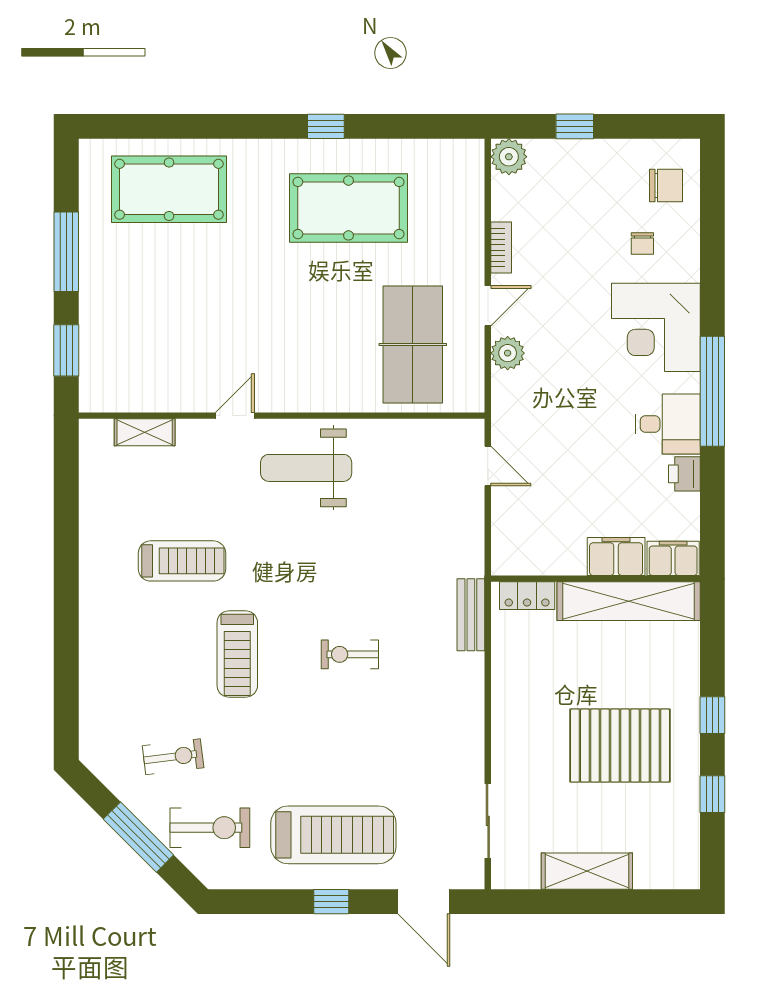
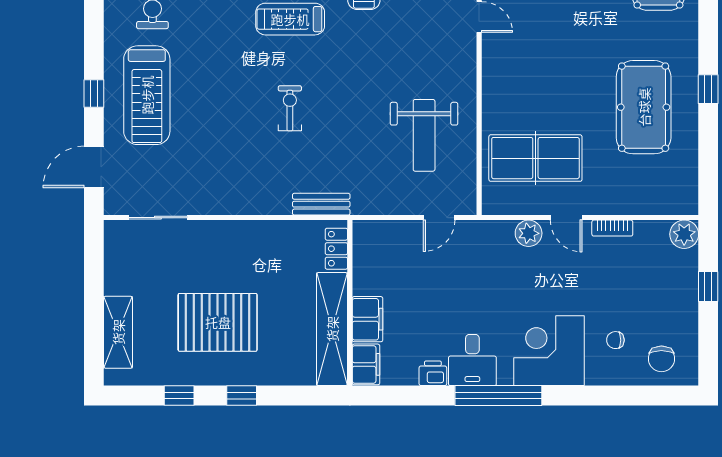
weight bench: (306, 468) -> (424, 135), moved, turned 180
pallet: (620, 746) -> (218, 322), turned 90
shelving: (587, 871) -> (118, 332), moved

